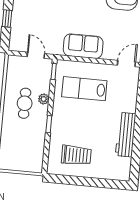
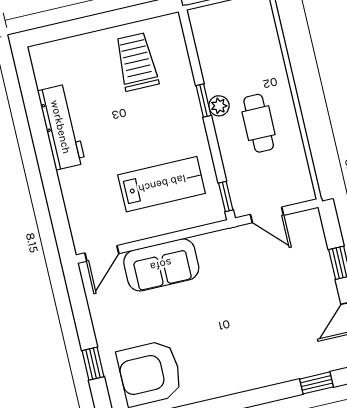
sofa: (83, 46) -> (161, 265), moved
plant: (44, 99) -> (219, 106), moved
trolley: (76, 155) -> (137, 62), turned 90

